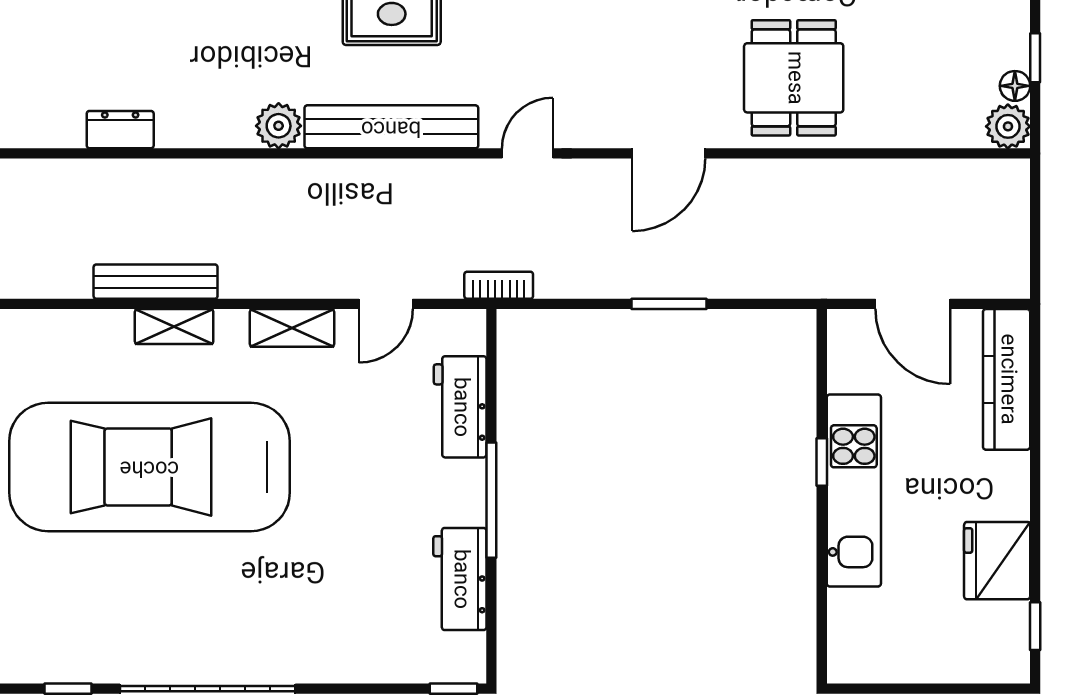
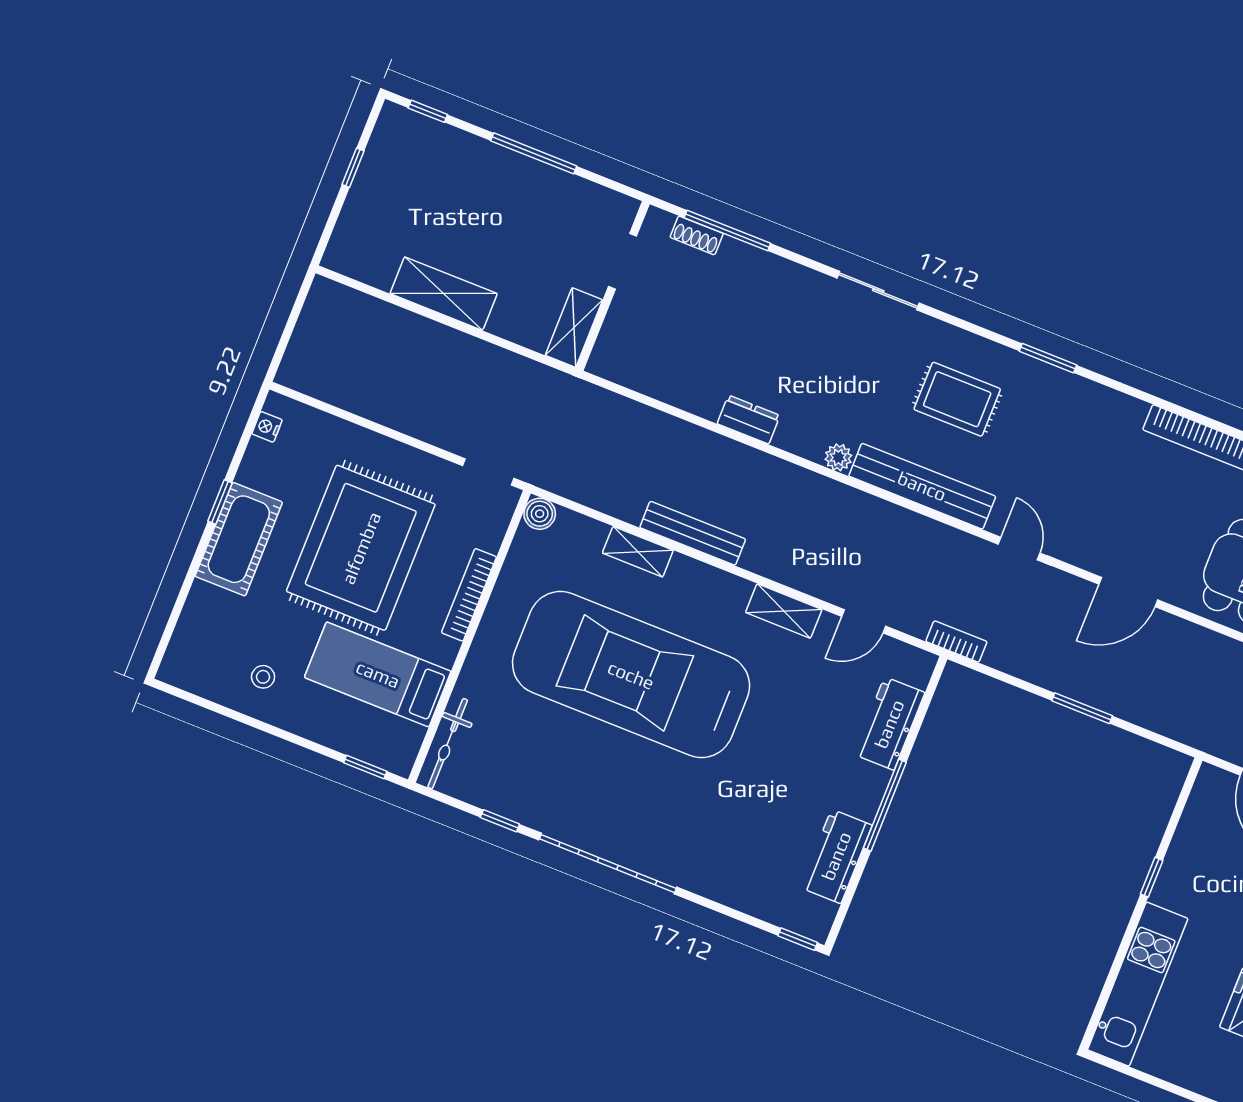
plant: (279, 126) -> (838, 457), width x0.73, depth x0.73
dresser: (120, 130) -> (749, 420), moved
door: (527, 153) -> (1019, 549), hinge flipped
shelving: (174, 327) -> (638, 552), moved
kitchen unit: (854, 490) -> (1138, 984), moved

